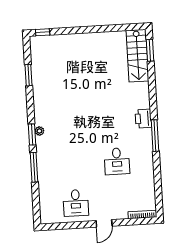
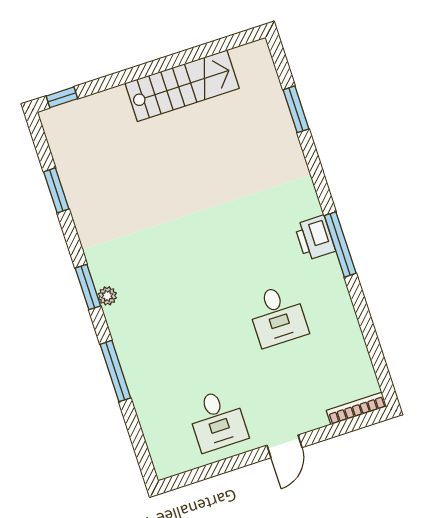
window: (150, 50) -> (296, 109), moved
stairs: (137, 56) -> (182, 86), moved, turned -90
printer: (143, 119) -> (315, 238), moved
window: (32, 135) -> (88, 287), moved

